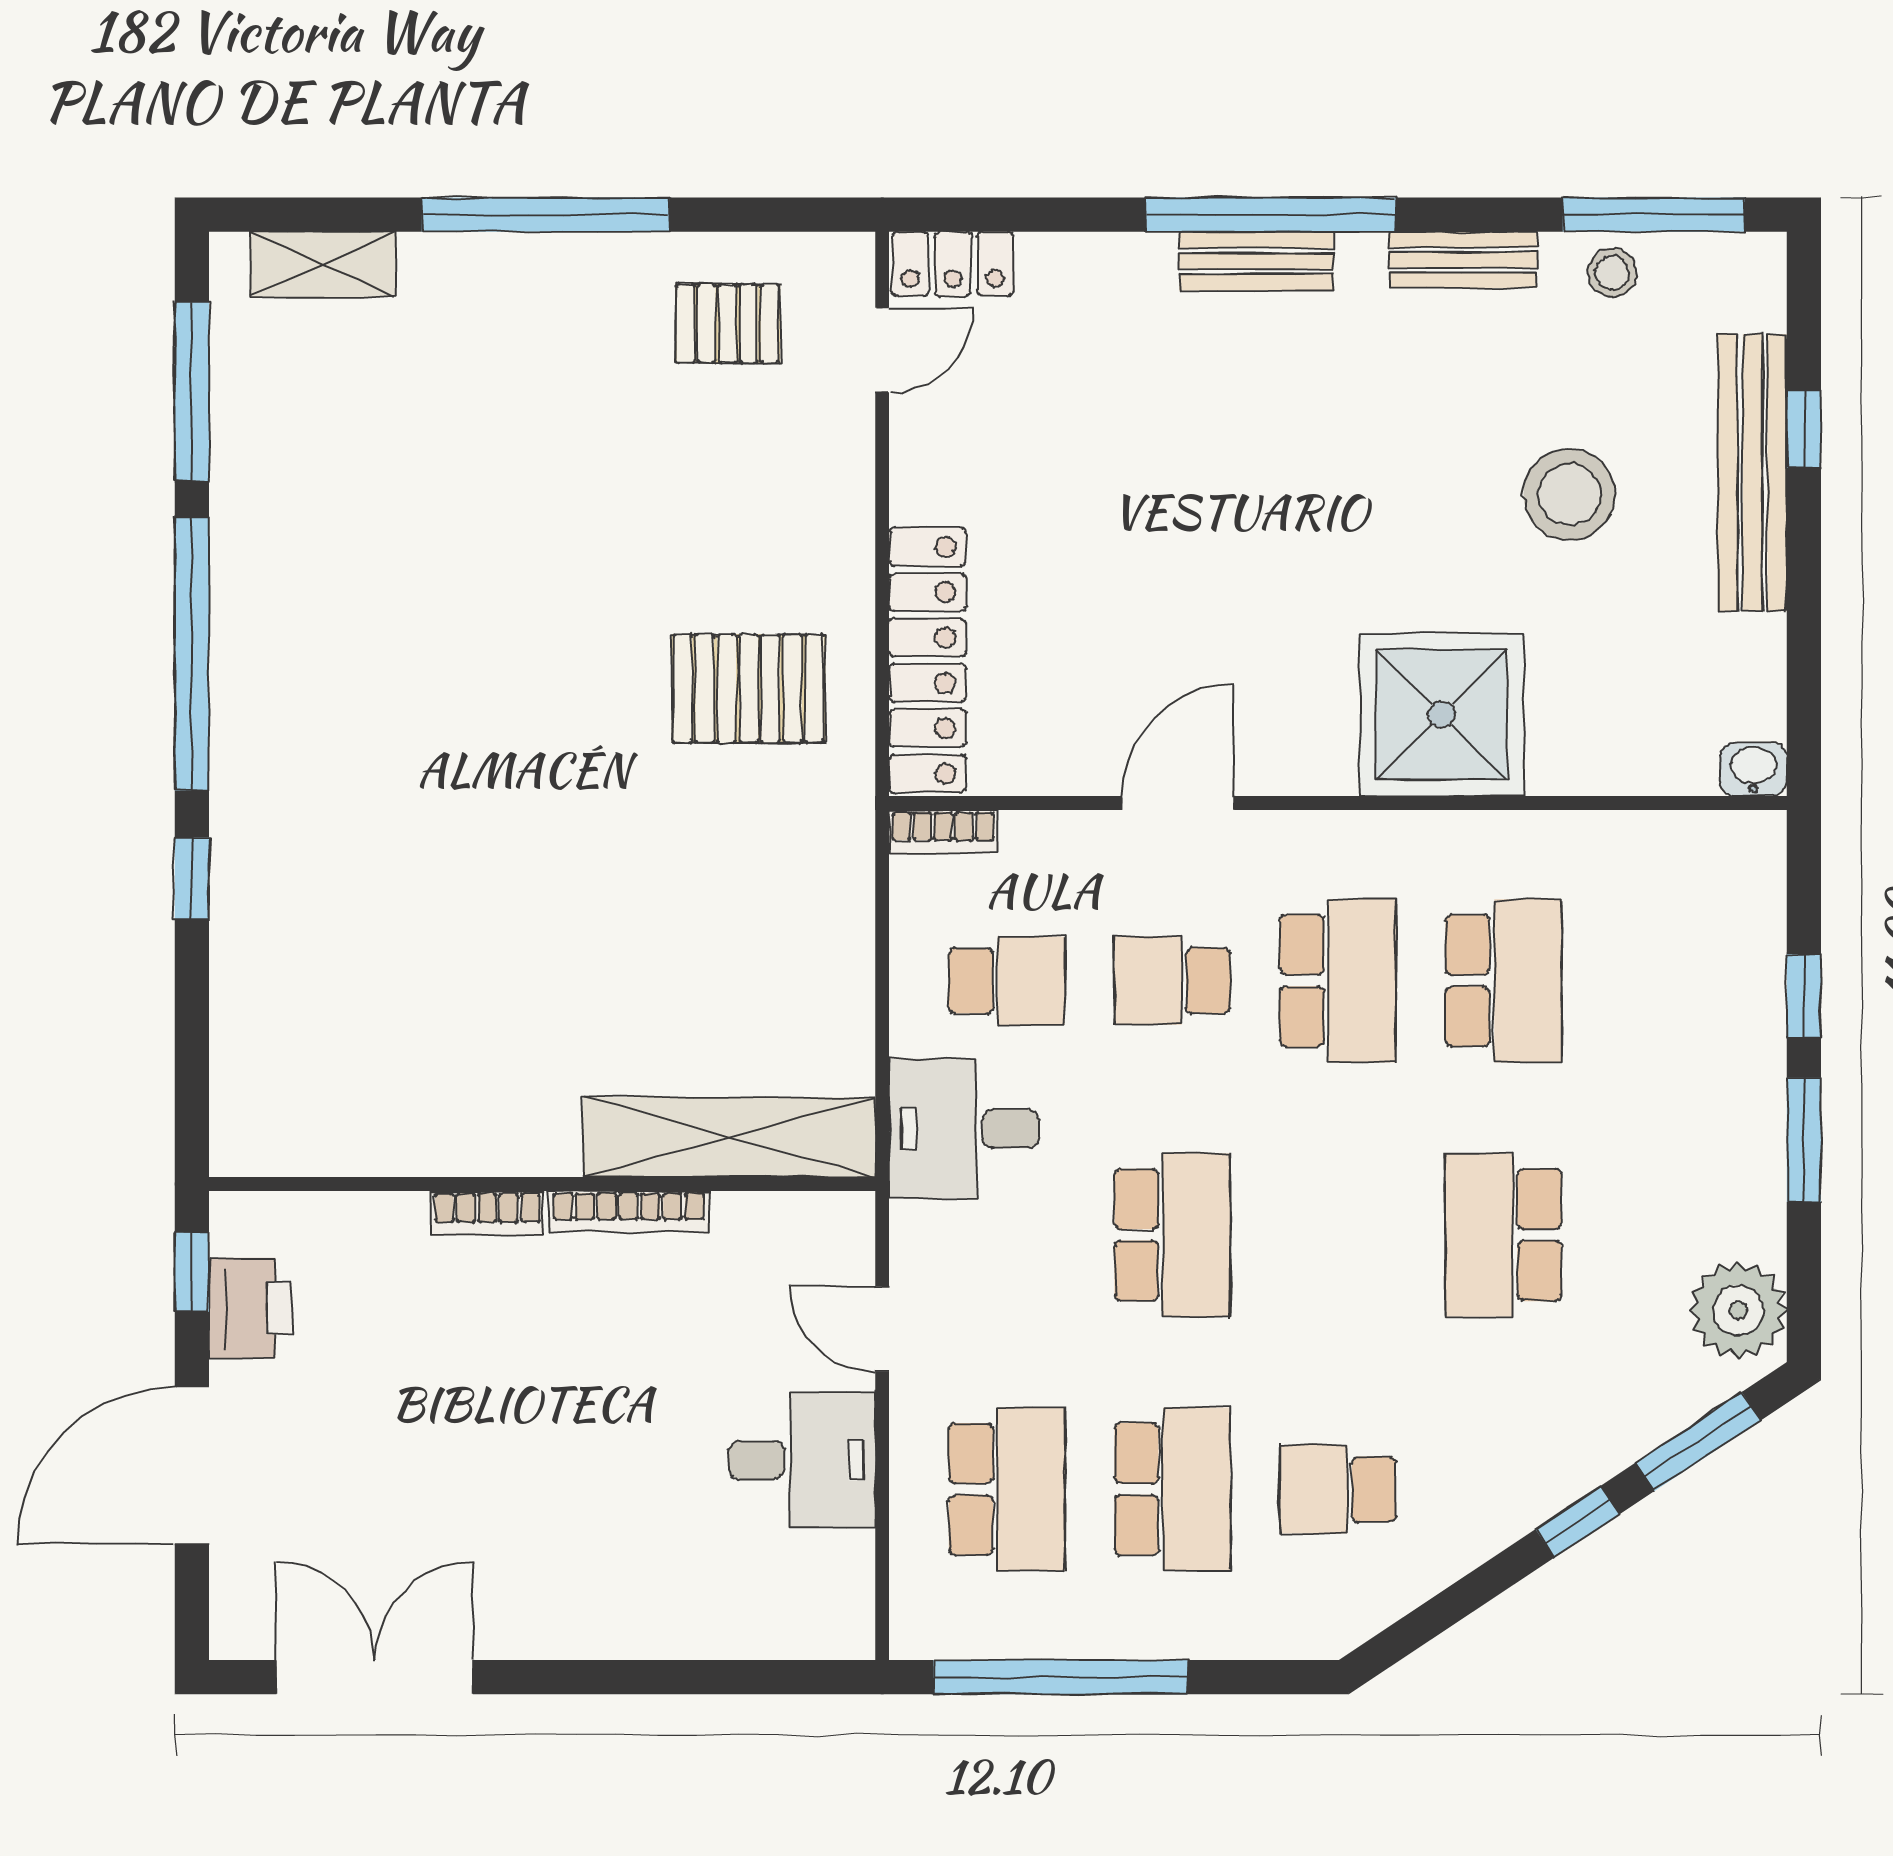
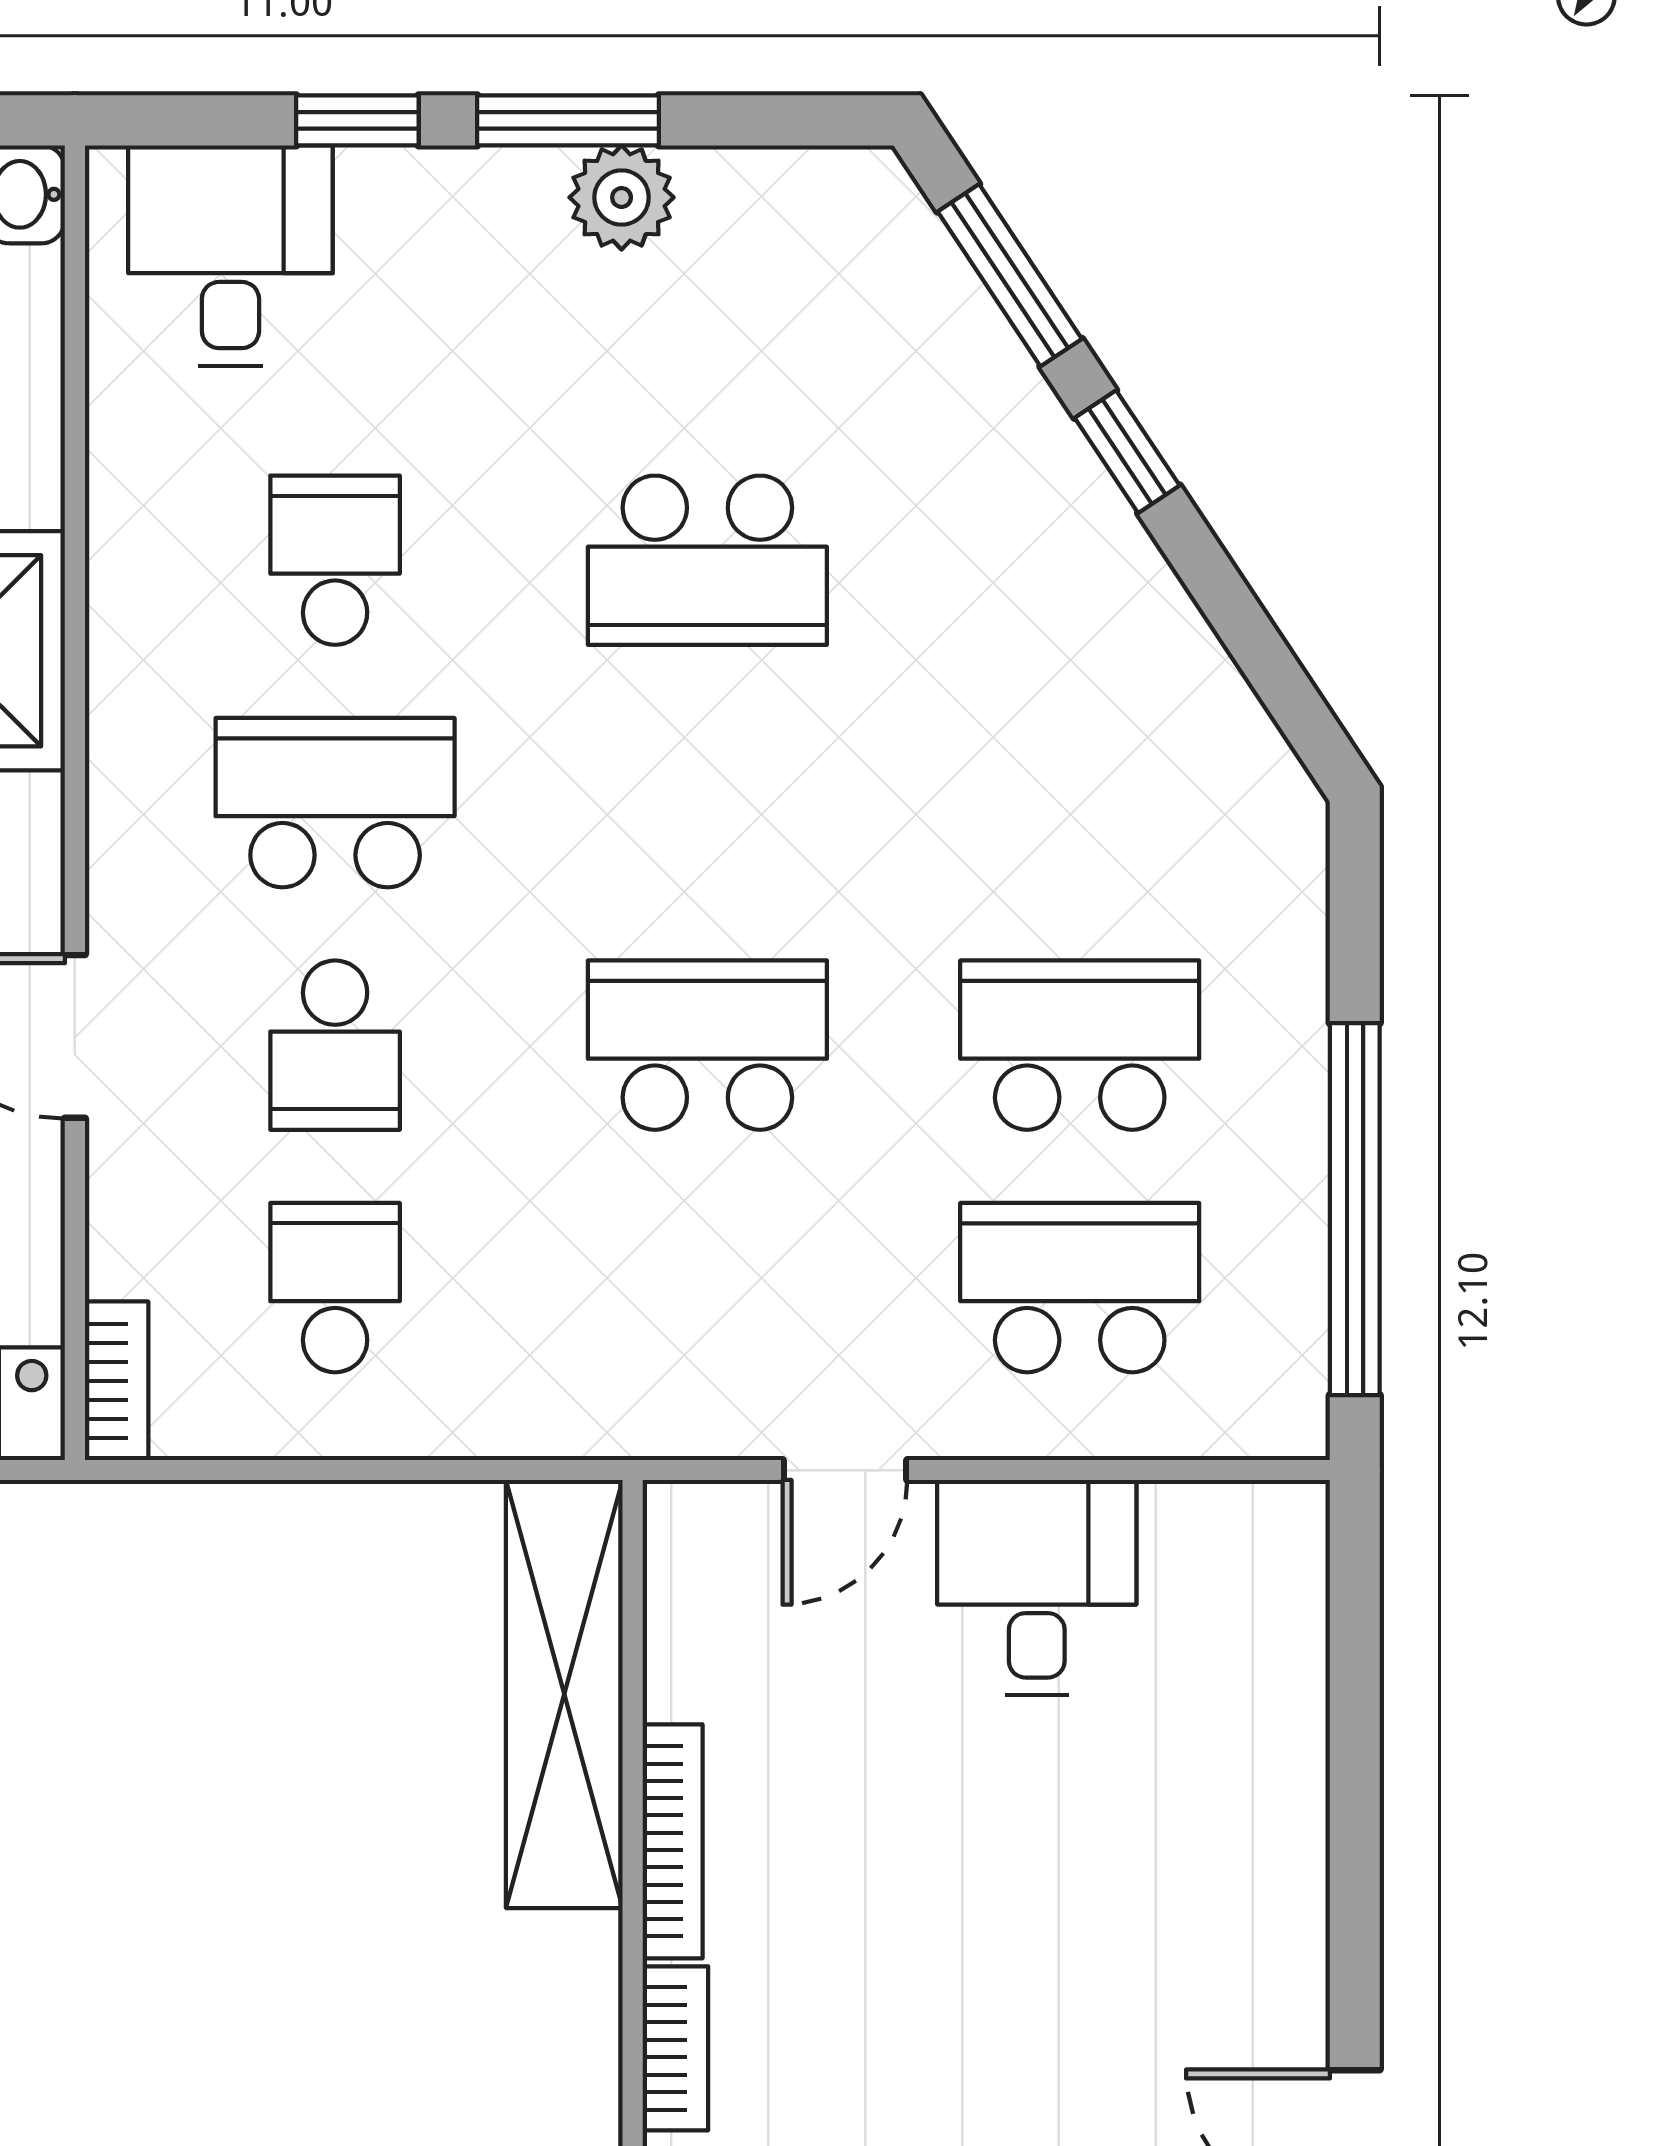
school desk: (1504, 981) -> (335, 560), width x0.54
desk: (964, 1129) -> (230, 255), moved, turned 180
plant: (1738, 1310) -> (622, 197), moved, width x0.73, depth x0.73
school desk: (1338, 1489) -> (1080, 803), removed

